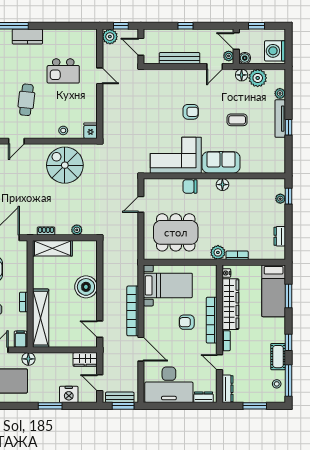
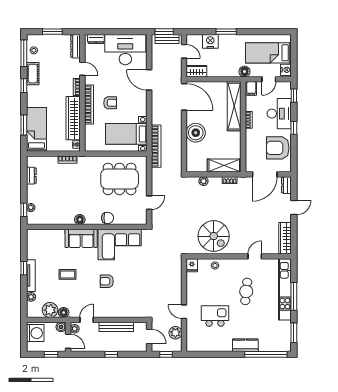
plant: (110, 37) -> (175, 333), moved
plant: (218, 252) -> (84, 162), removed
bookcase: (133, 311) -> (156, 146), moved
door: (100, 329) -> (184, 97), width x1.88

